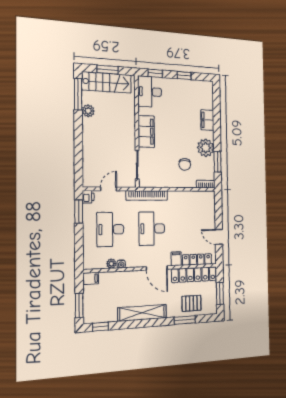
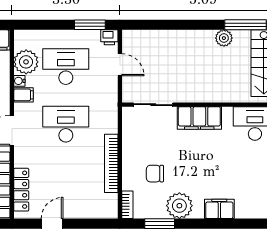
bookcase: (147, 195) -> (111, 163), moved
filing cabinet: (176, 259) -> (23, 95), moved
plant: (111, 264) -> (26, 62), width x1.88, depth x1.88

